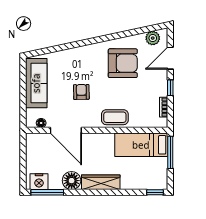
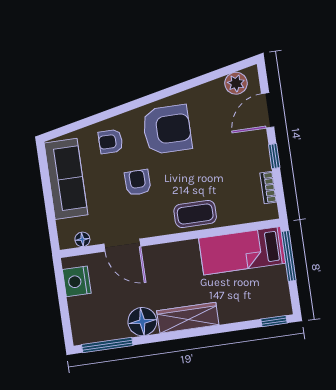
armchair: (123, 63) -> (167, 129), moved
armchair: (68, 64) -> (111, 141), added
door: (66, 130) -> (122, 245), width x0.73
nightstand: (39, 182) -> (77, 281), moved, turned 90

